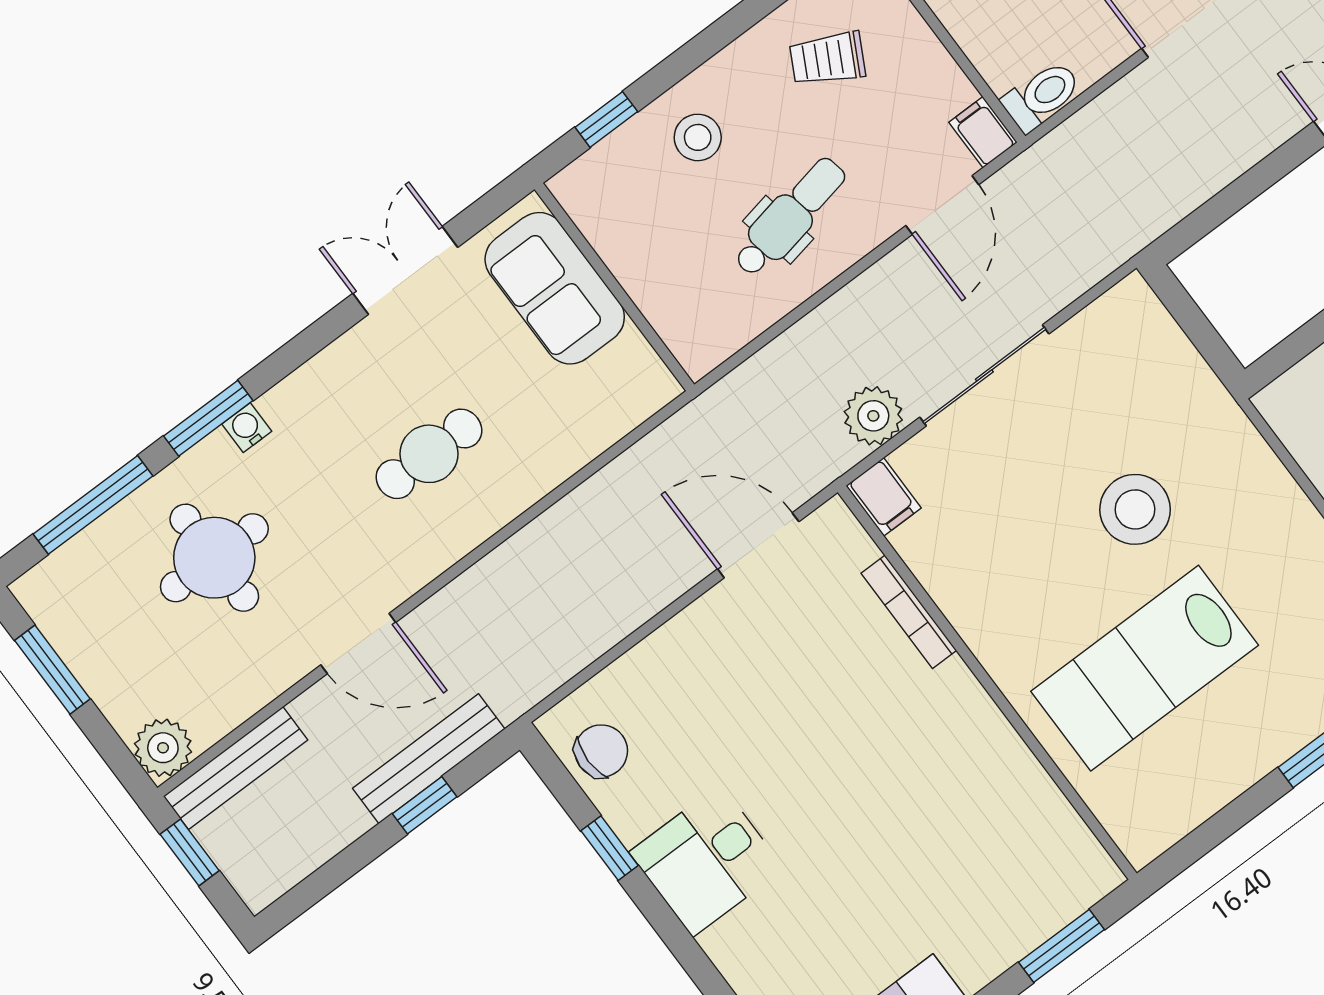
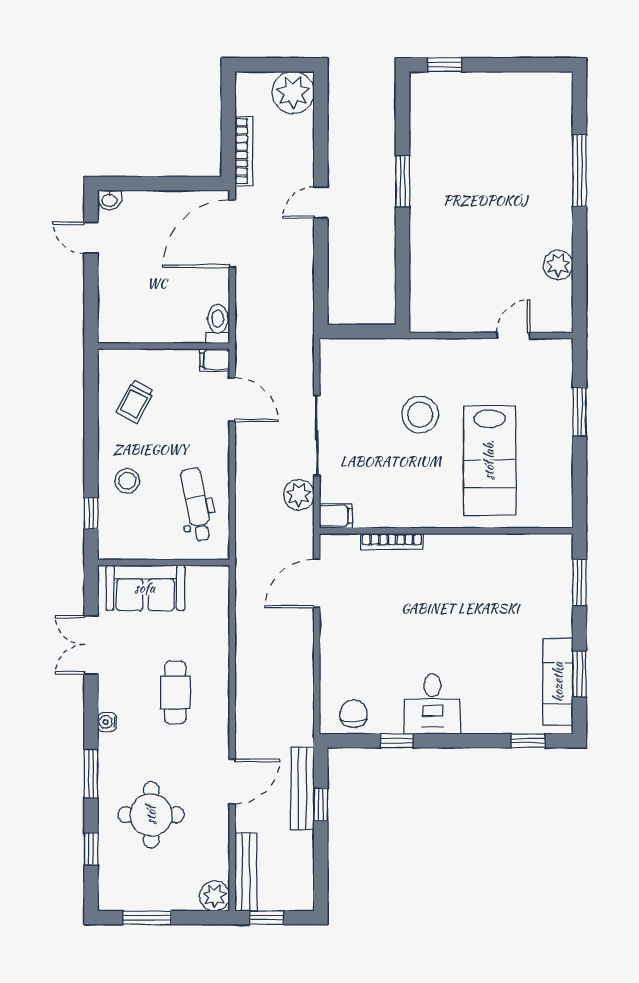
dental chair: (790, 217) -> (196, 505), moved
water cooler: (247, 428) -> (107, 722), moved
window: (93, 505) -> (91, 849), width x0.46

